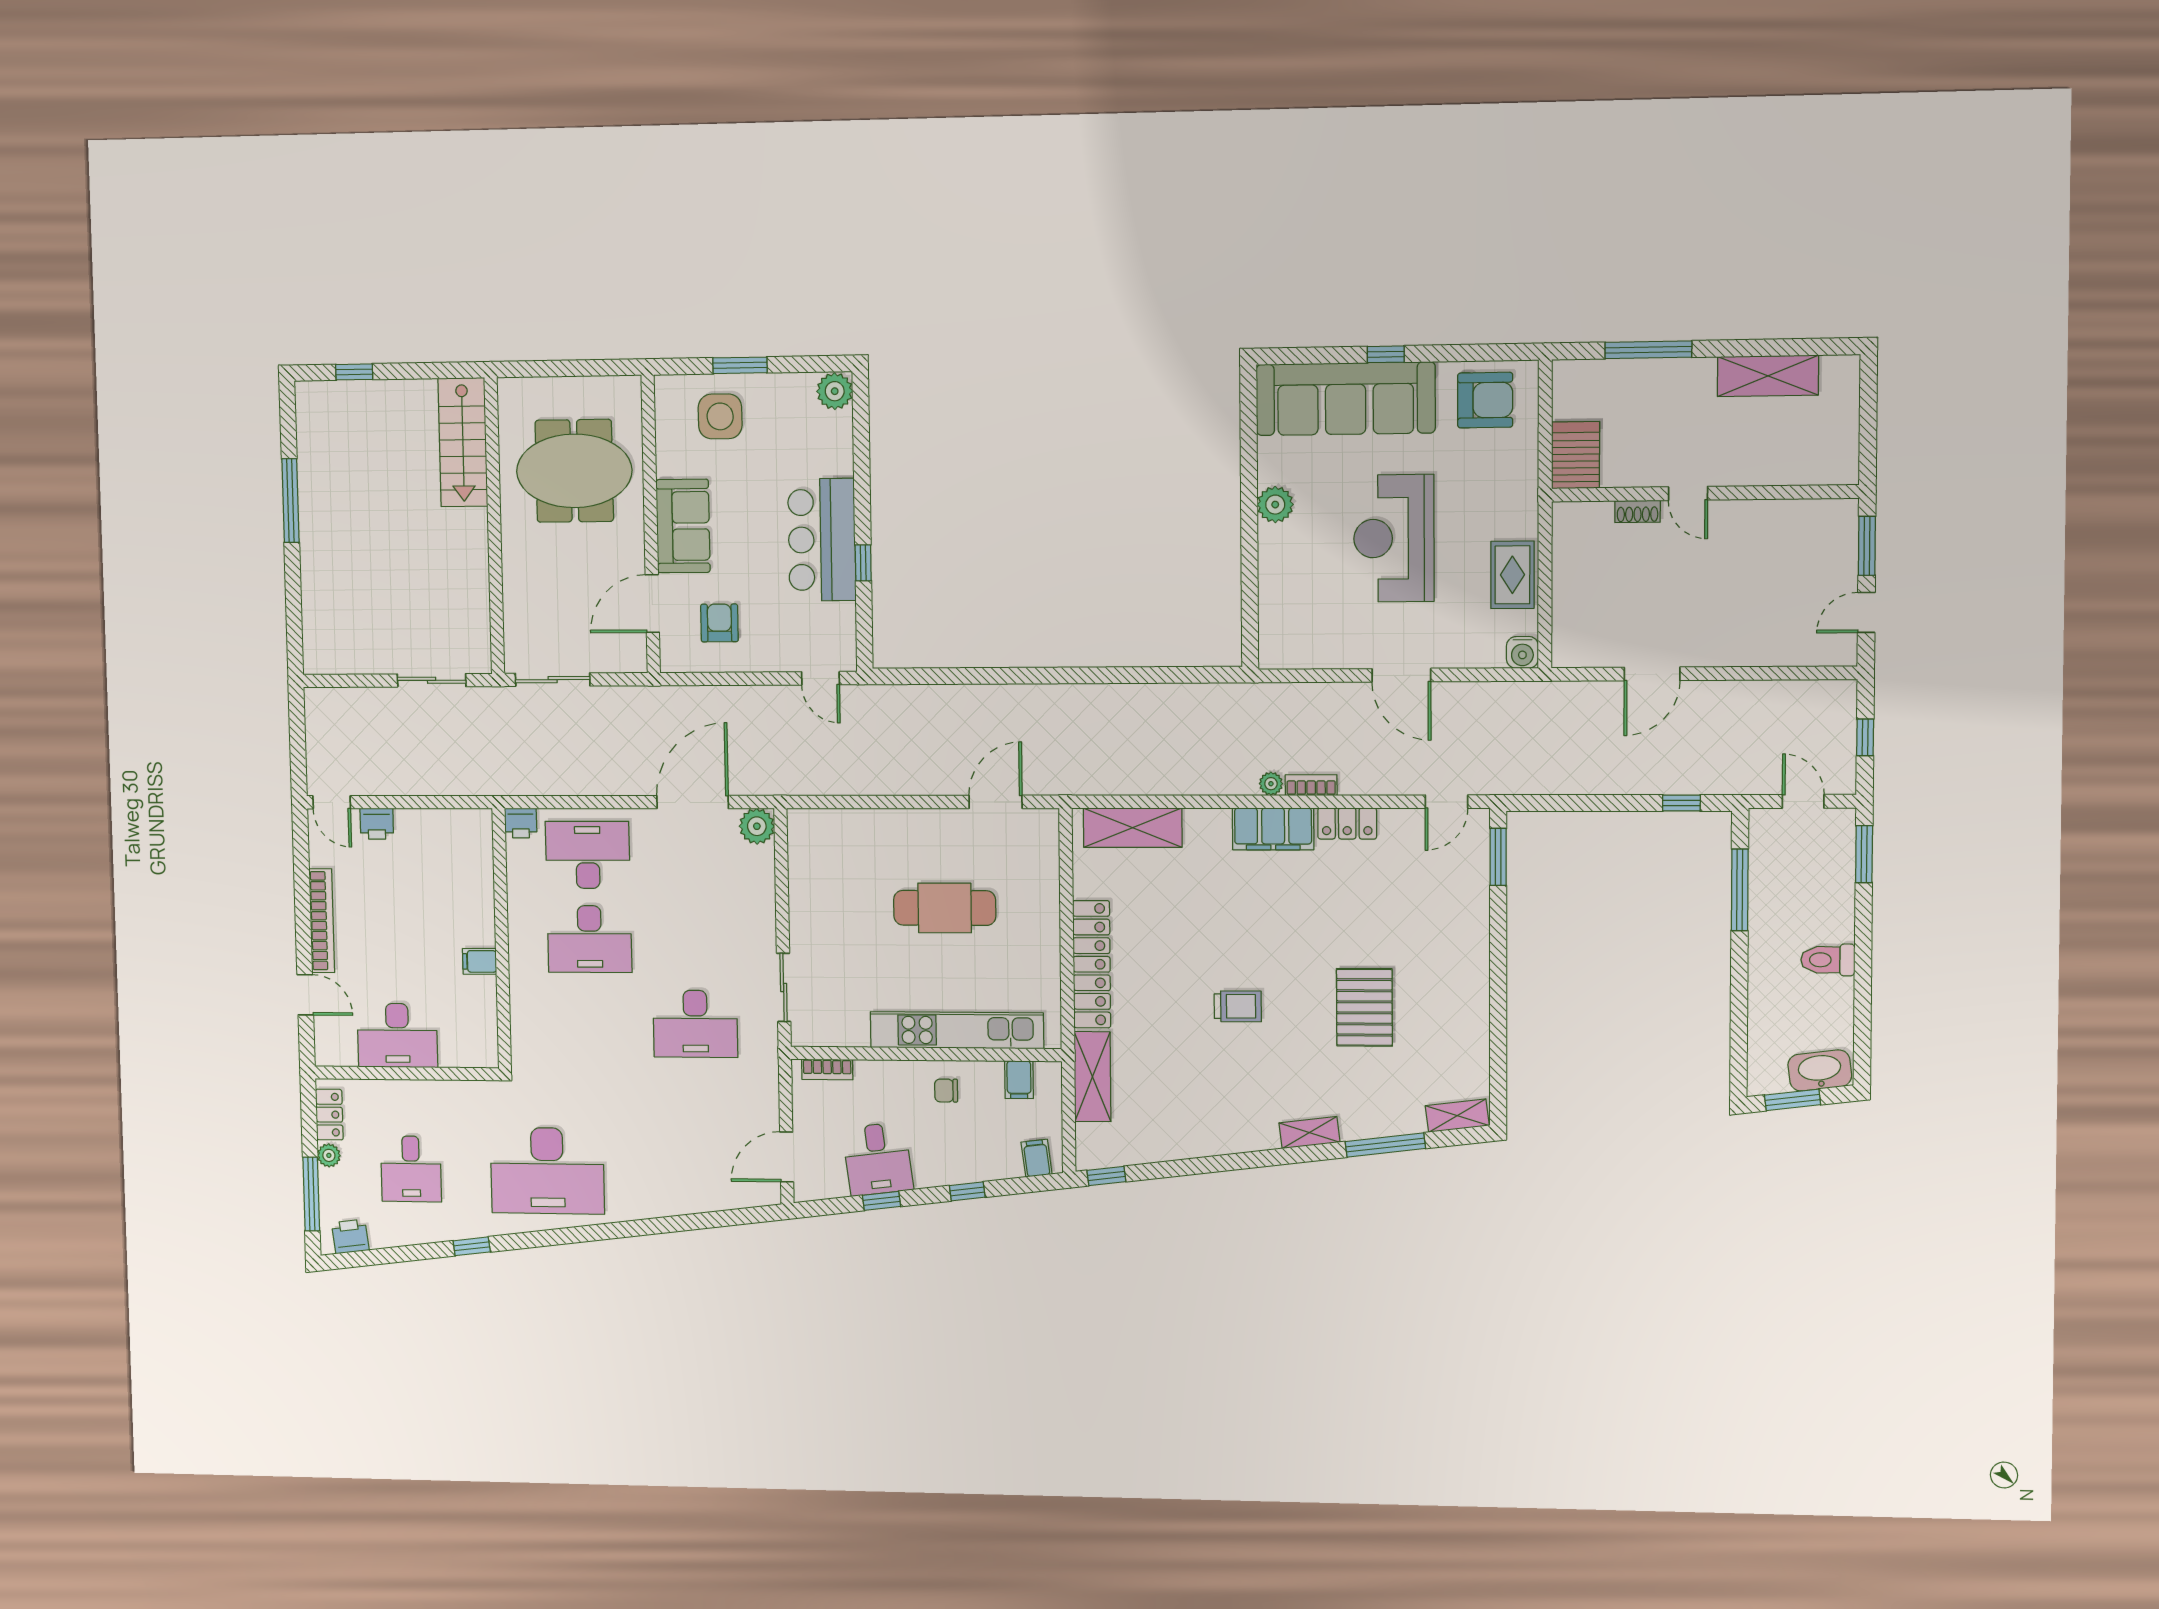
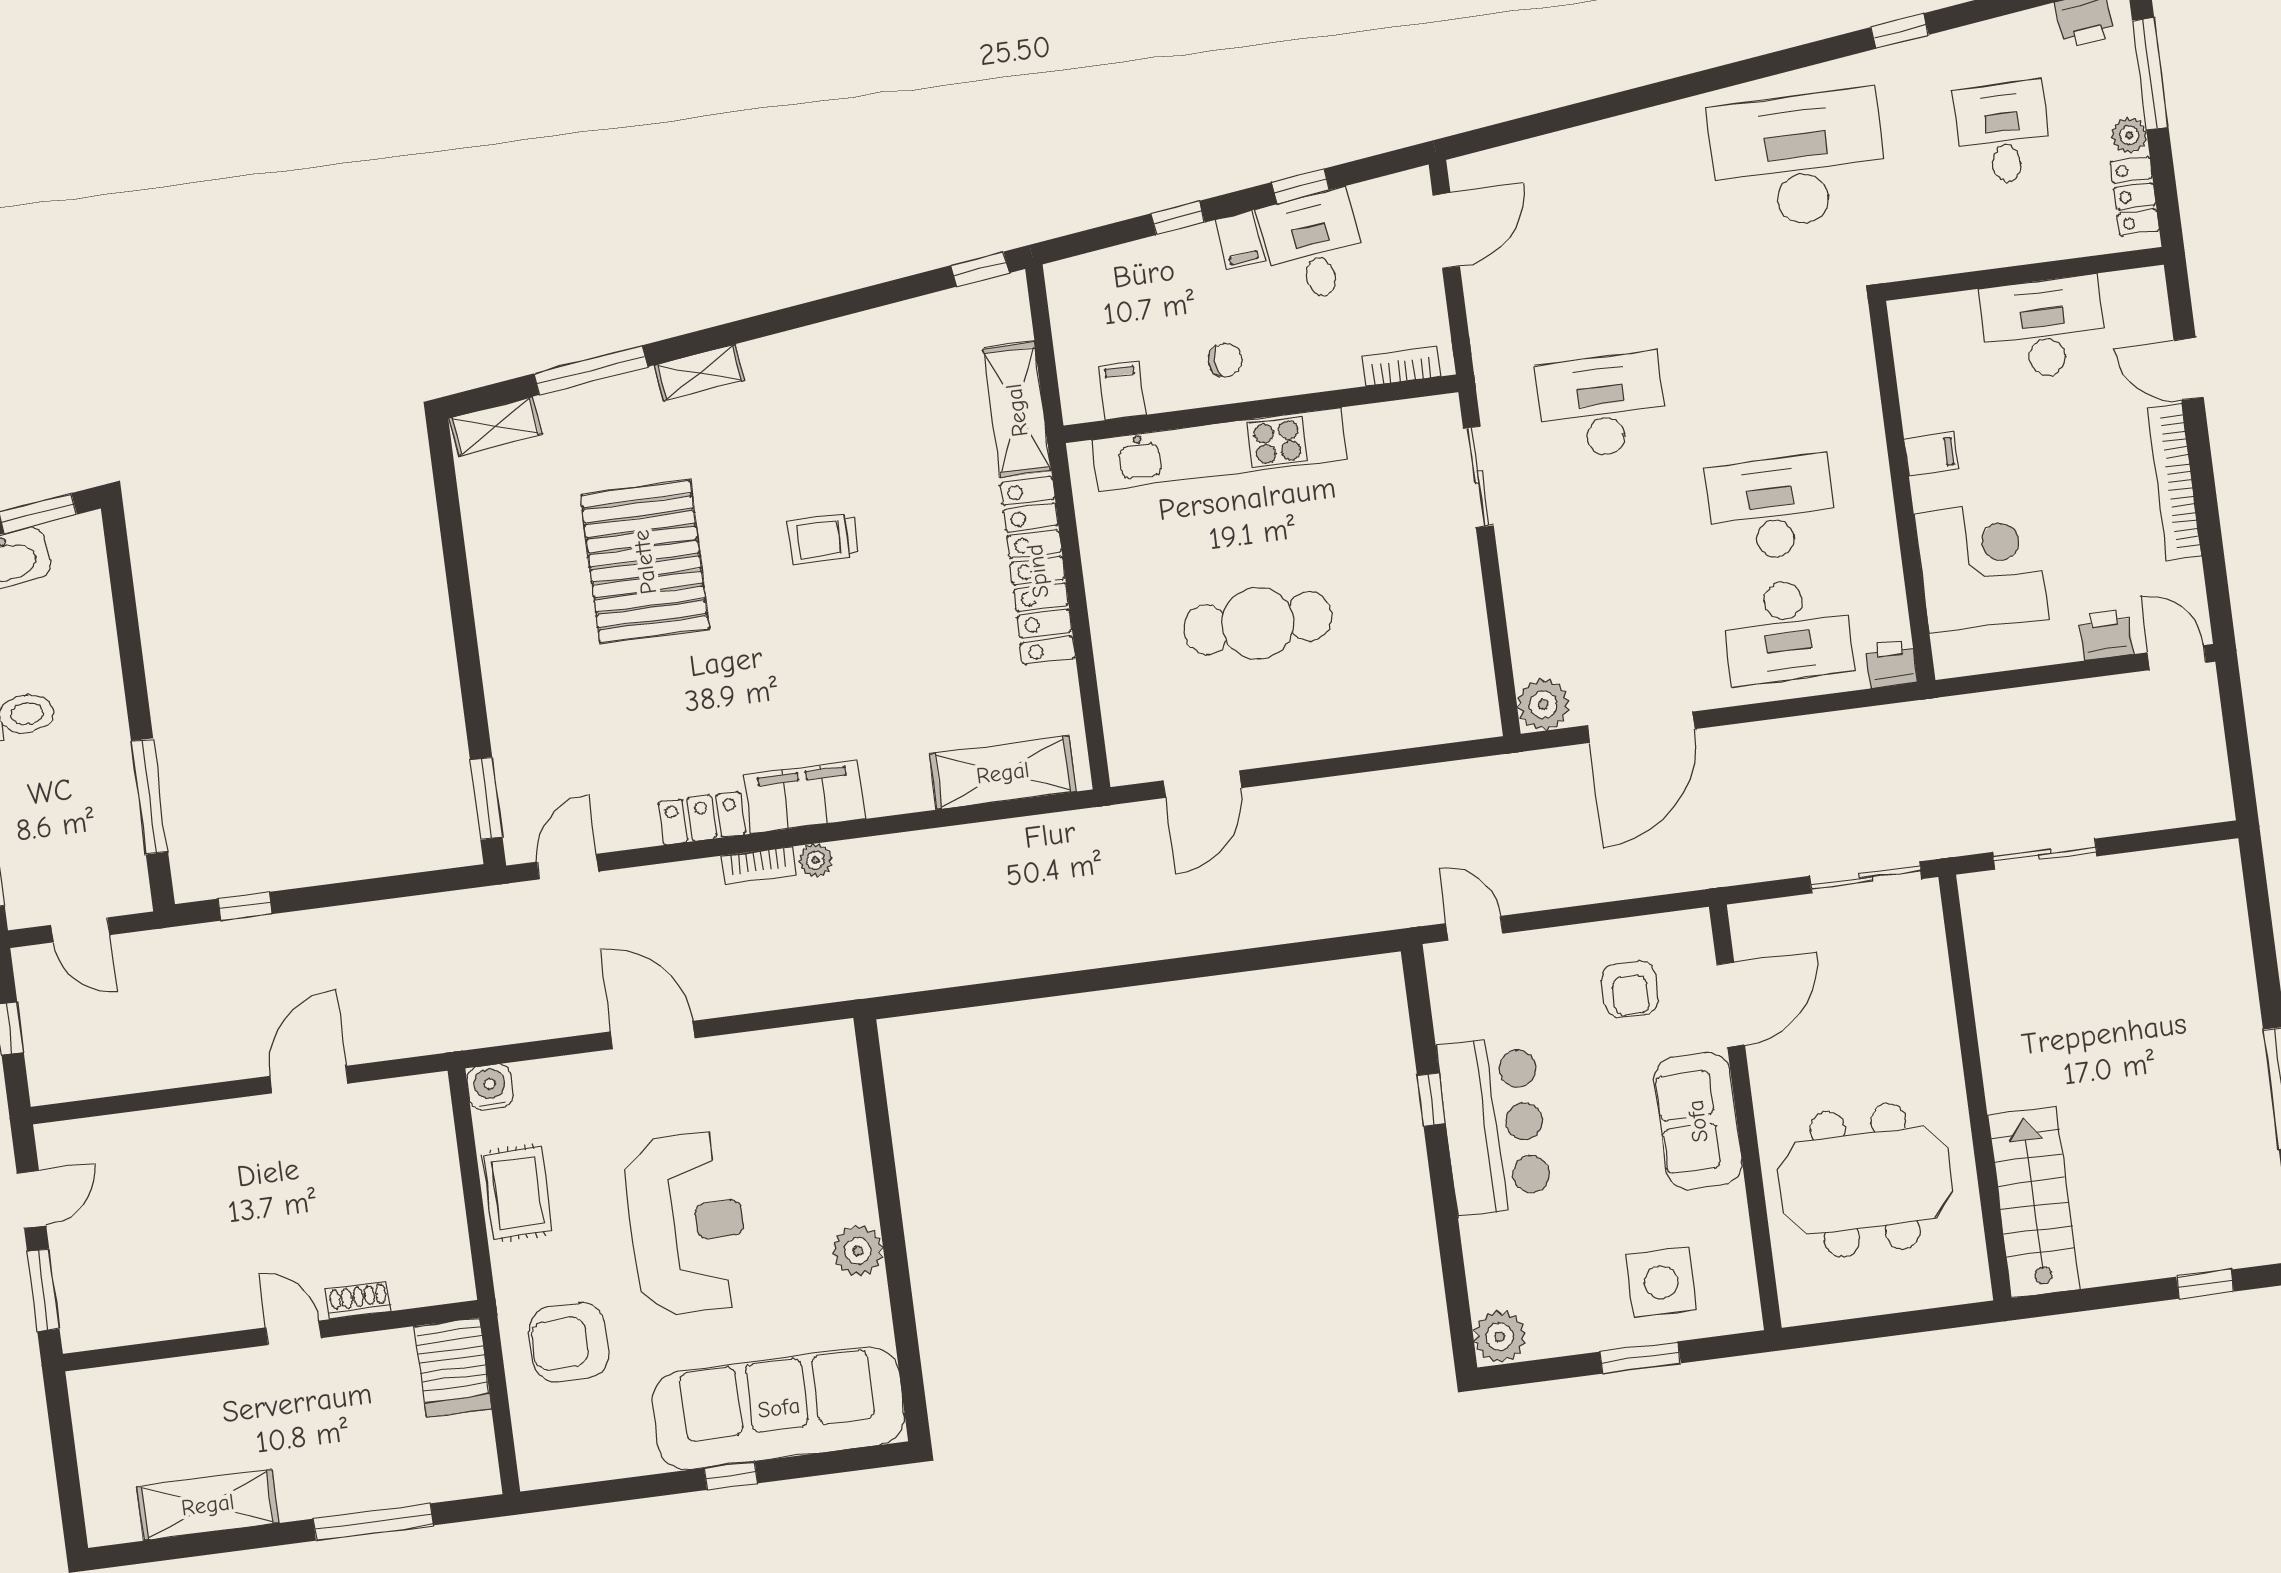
armchair: (1485, 400) -> (569, 1342), moved
corner desk: (454, 881) -> (1981, 566), added
pallet: (1364, 1007) -> (645, 562), width x1.37, depth x1.41
filing cabinet: (1037, 1158) -> (1239, 240), moved

